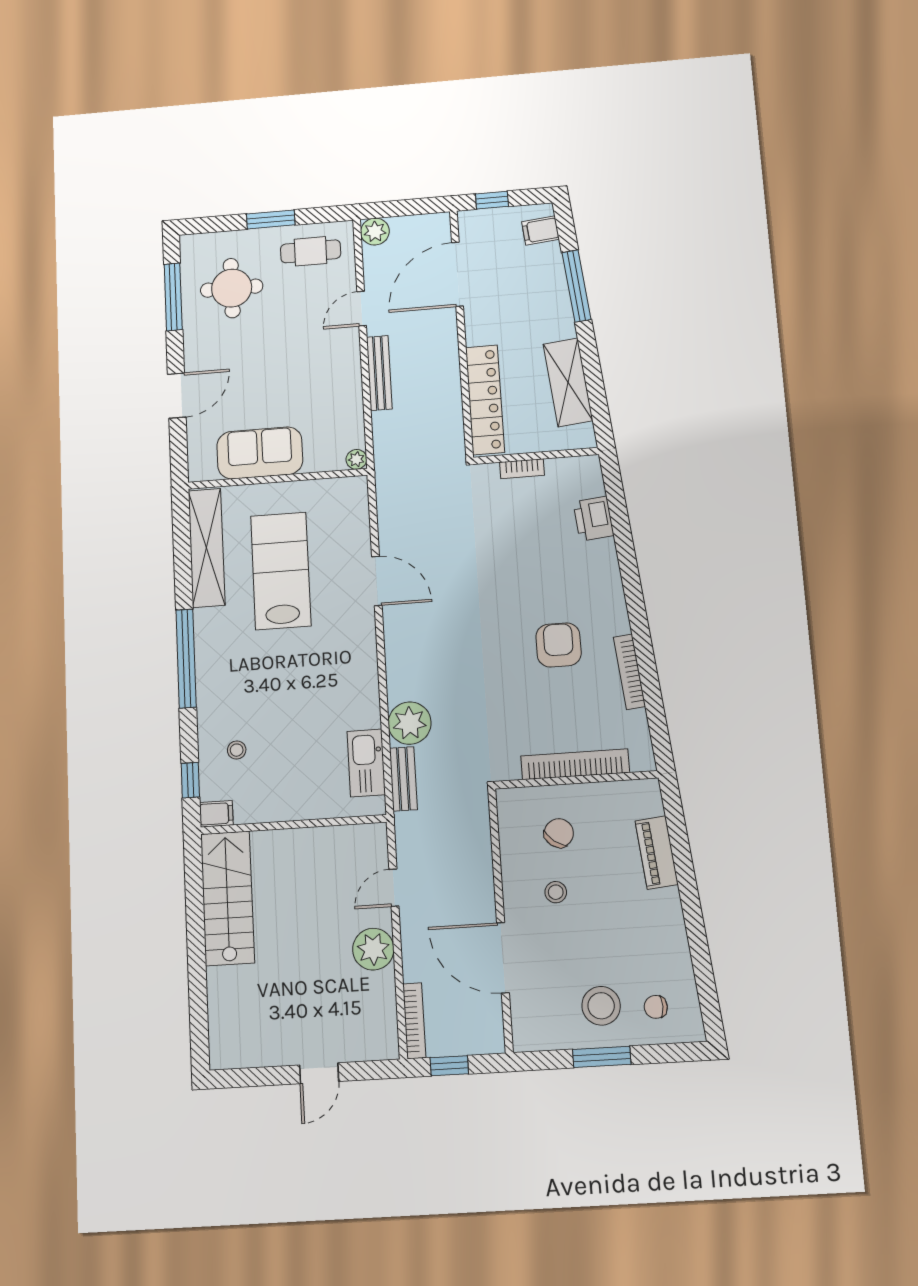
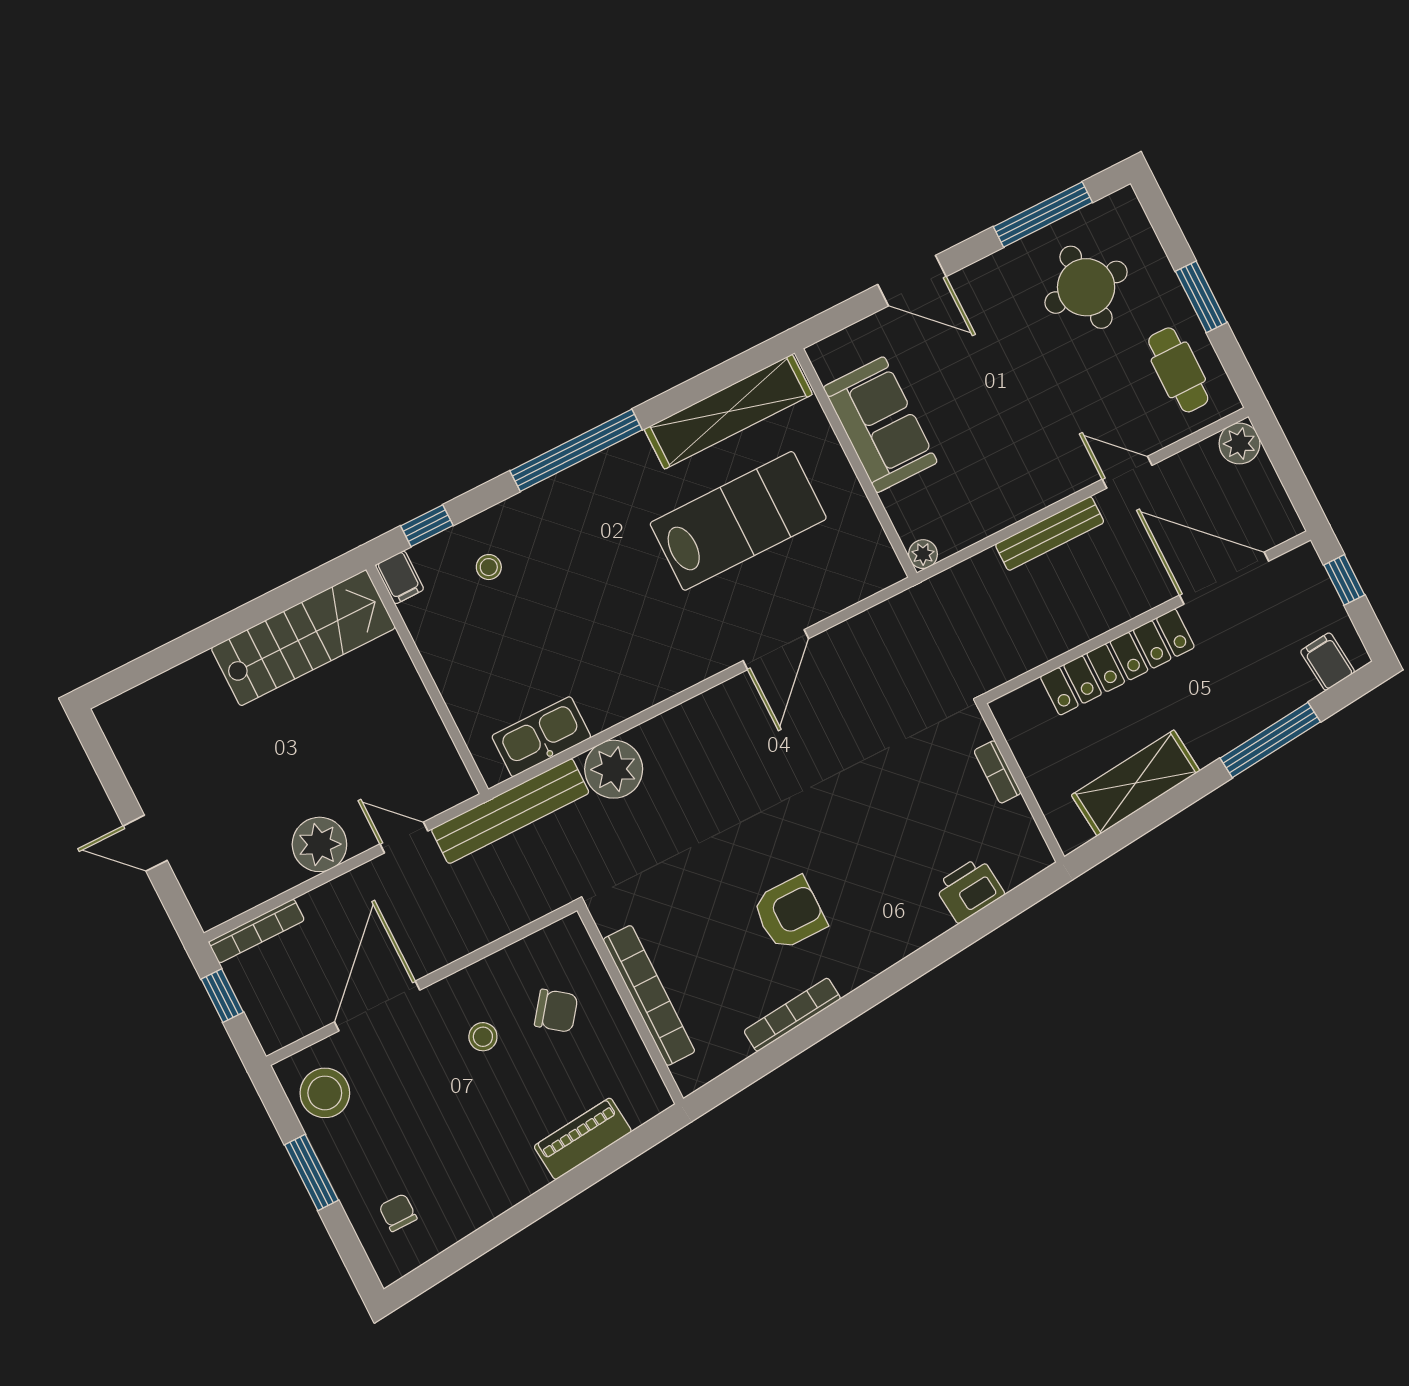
locker: (485, 400) -> (1117, 662), moved
bench: (403, 779) -> (510, 811), width x1.86, depth x1.21
stool: (601, 1006) -> (325, 1093), moved

